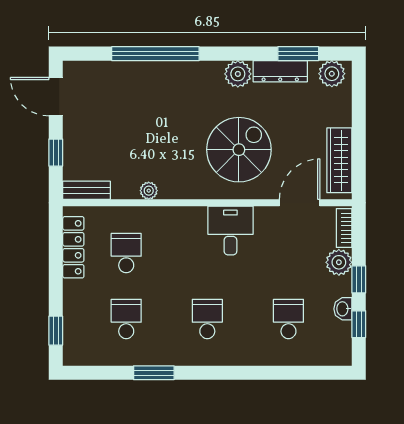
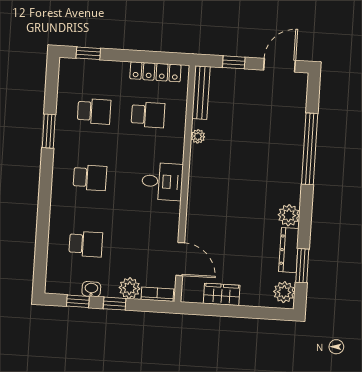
spiral stairs: (239, 150) -> (227, 212), removed
wardrobe: (339, 160) -> (222, 294), width x0.67
bench: (87, 190) -> (201, 93), width x1.36
desk: (230, 231) -> (162, 181), moved

